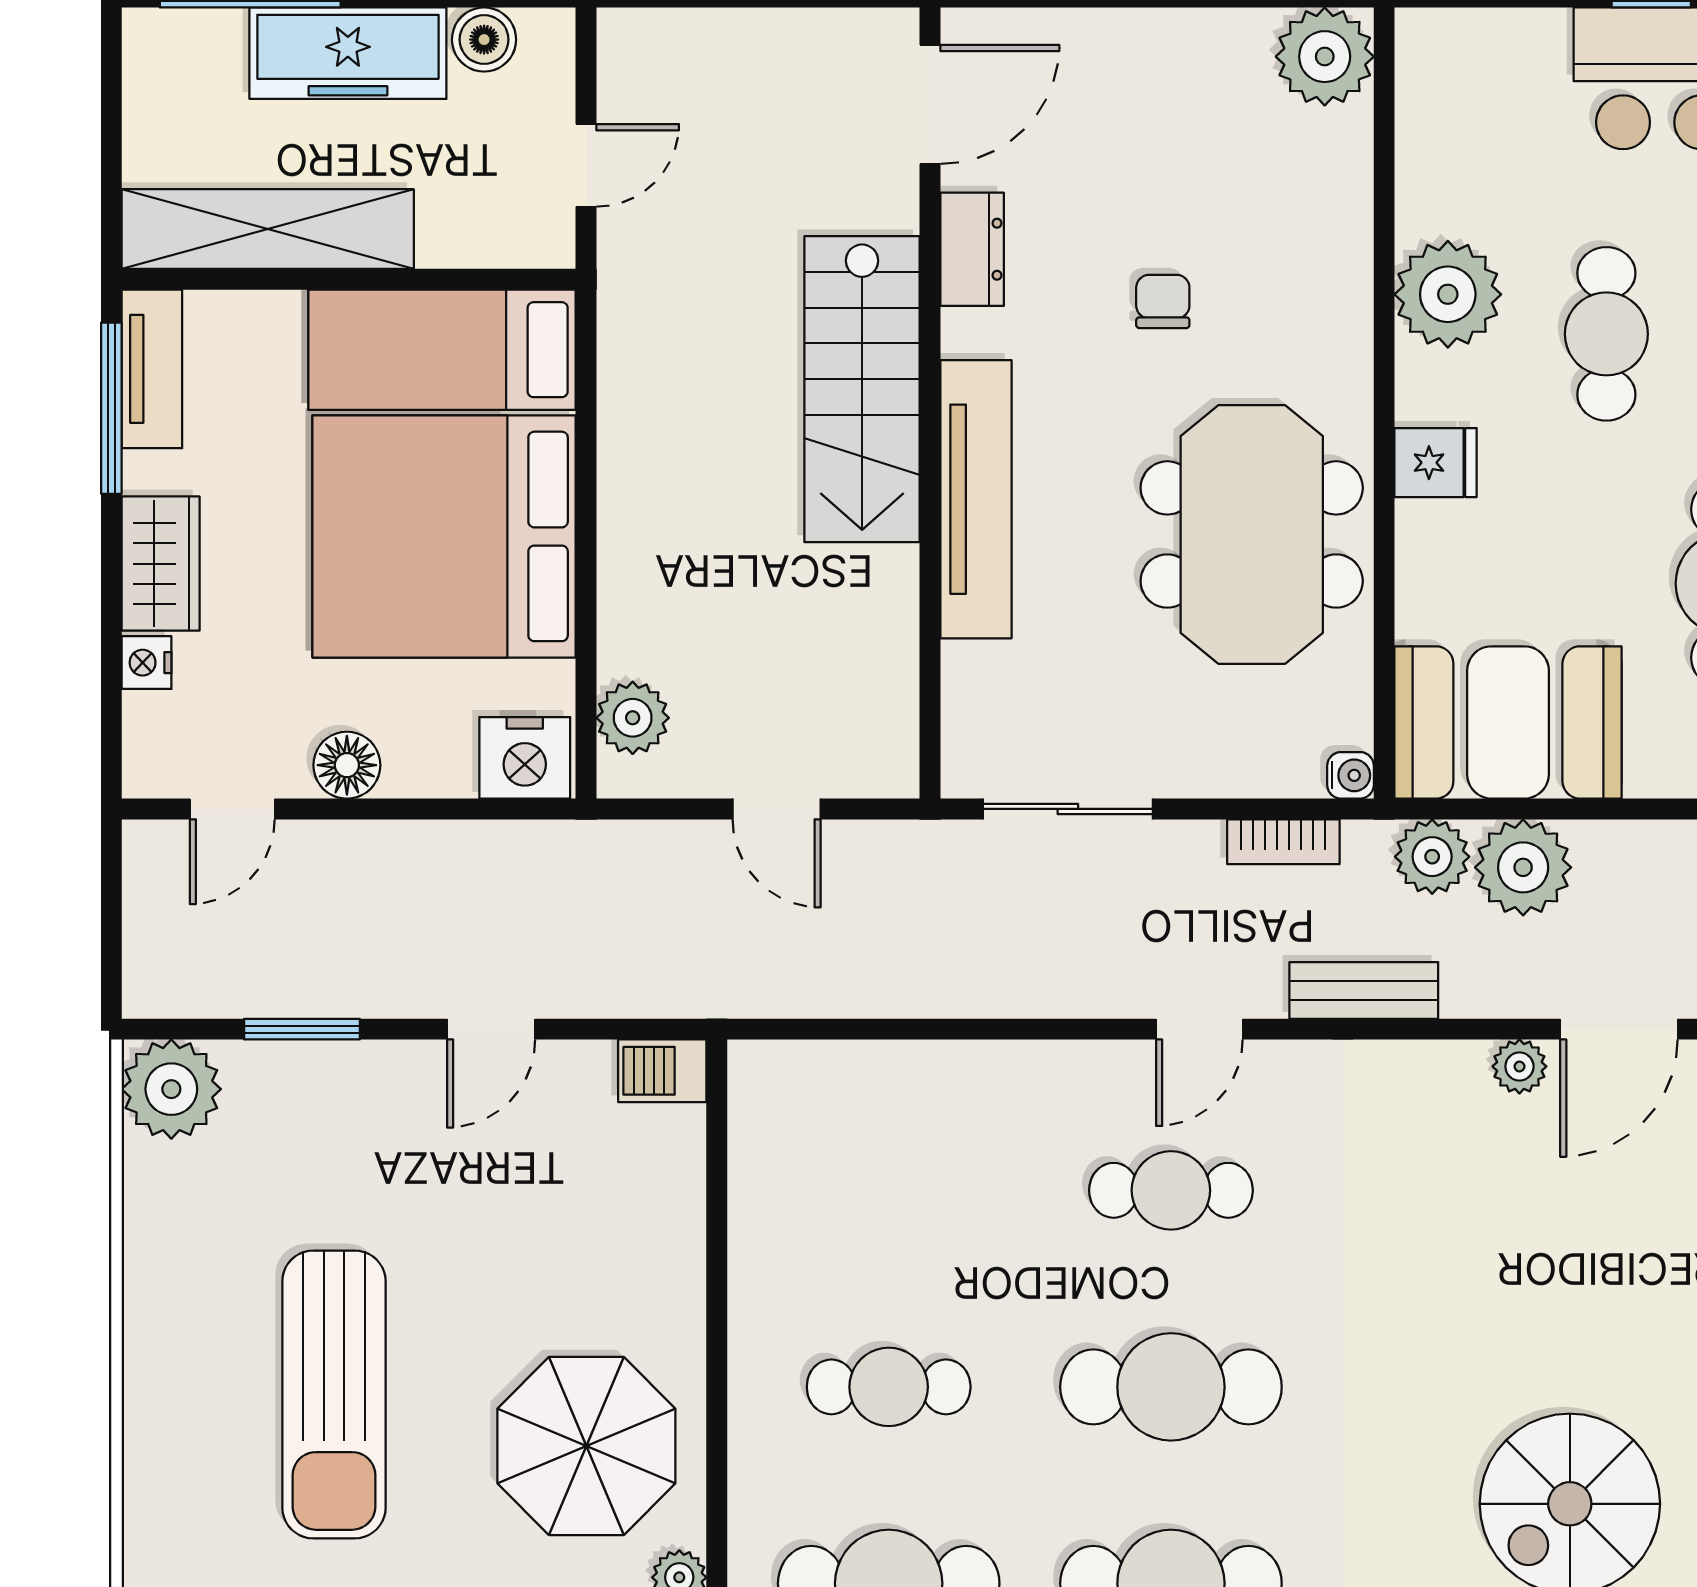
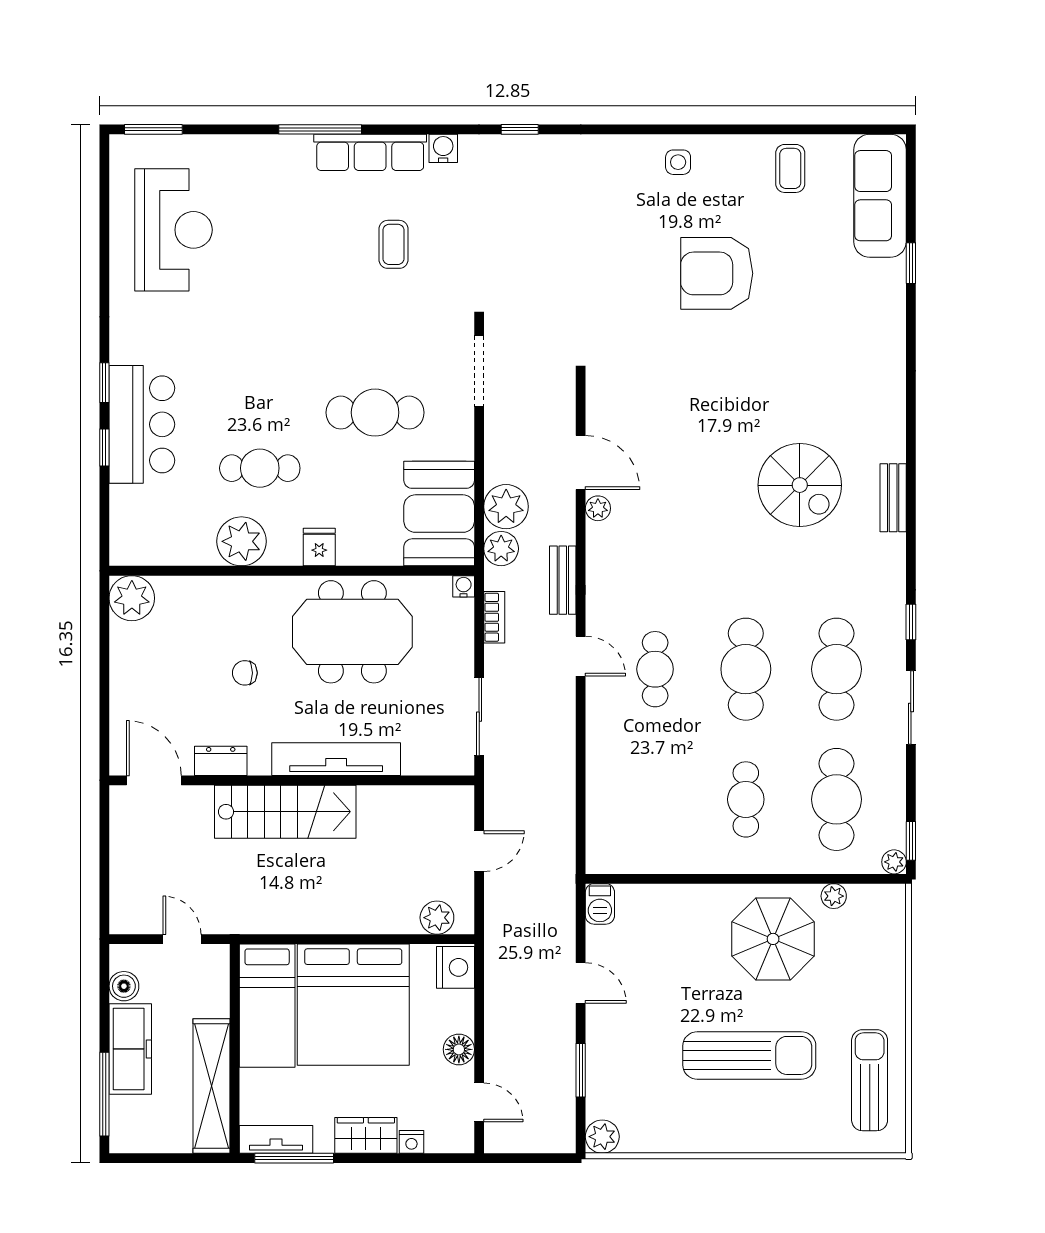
plant: (171, 1089) -> (602, 1137), width x0.73, depth x0.73

